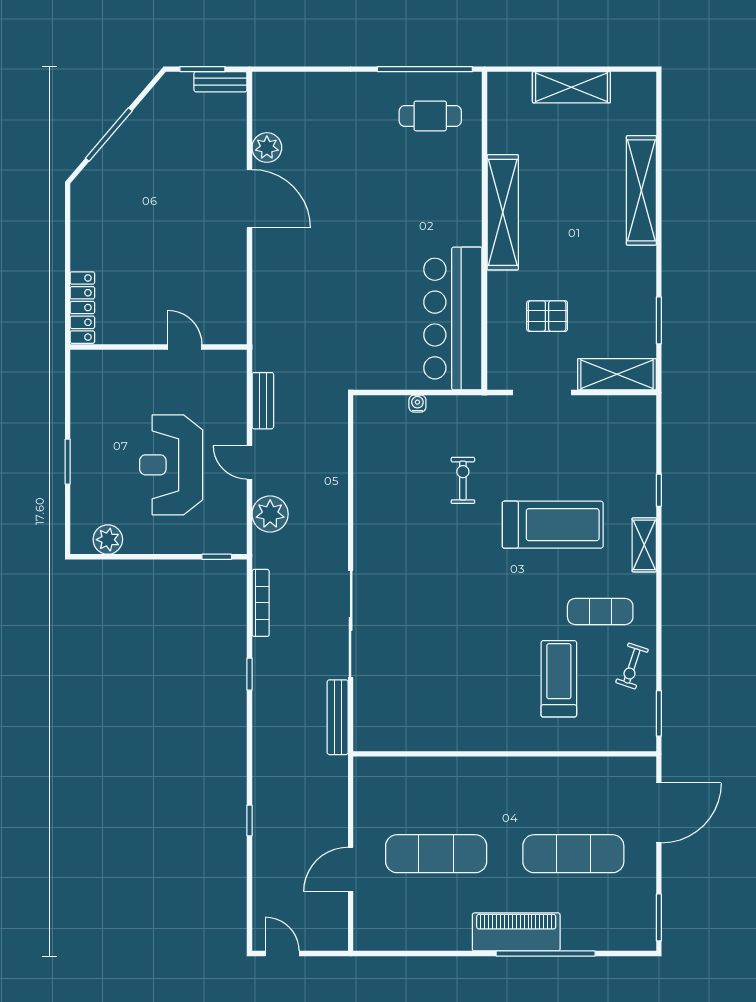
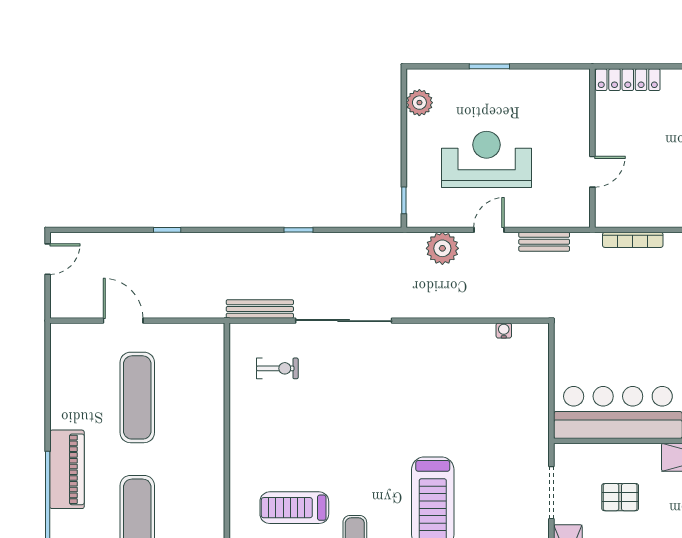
pallet: (547, 316) -> (620, 497), turned 90
water cooler: (417, 404) -> (504, 331), moved, turned -90
exercise bike: (463, 480) -> (277, 368), moved
bookcase: (261, 603) -> (633, 240), moved
treadmill: (559, 679) -> (294, 508), turned 180

